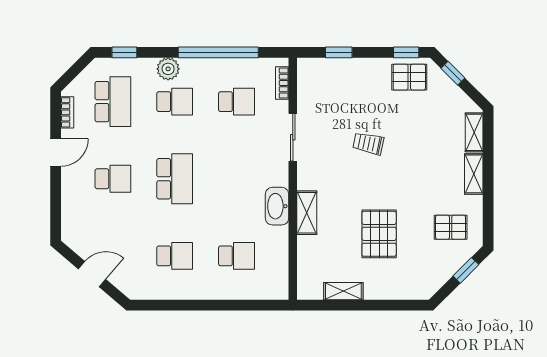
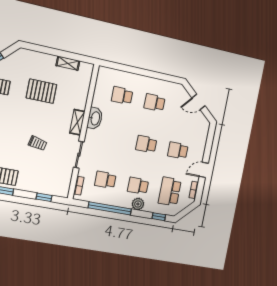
school desk: (175, 179) -> (146, 144), width x0.54
shelving: (307, 213) -> (77, 122), moved
pallet: (379, 234) -> (41, 91), turned 90

